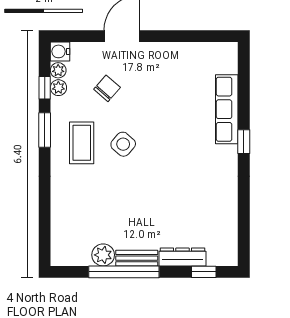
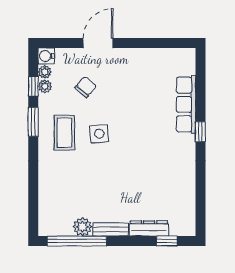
side table: (123, 144) -> (99, 134), turned 45
window: (124, 272) -> (77, 241), moved

